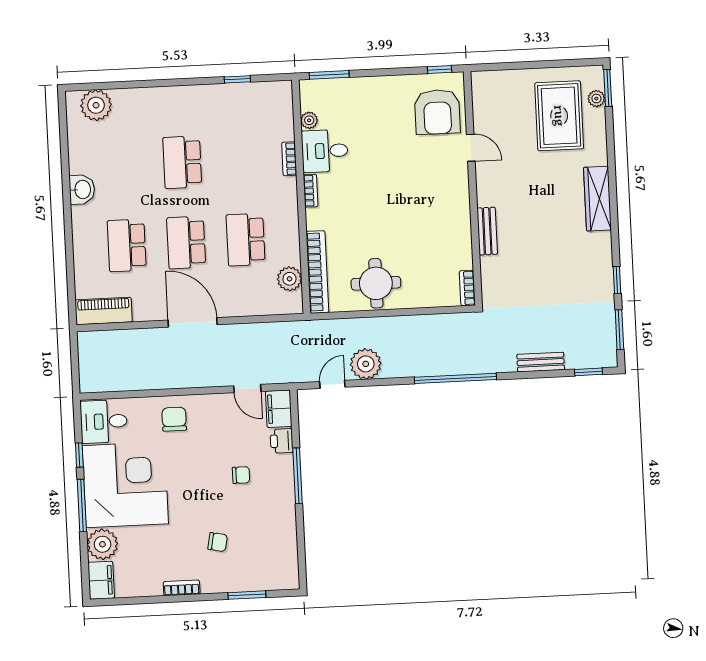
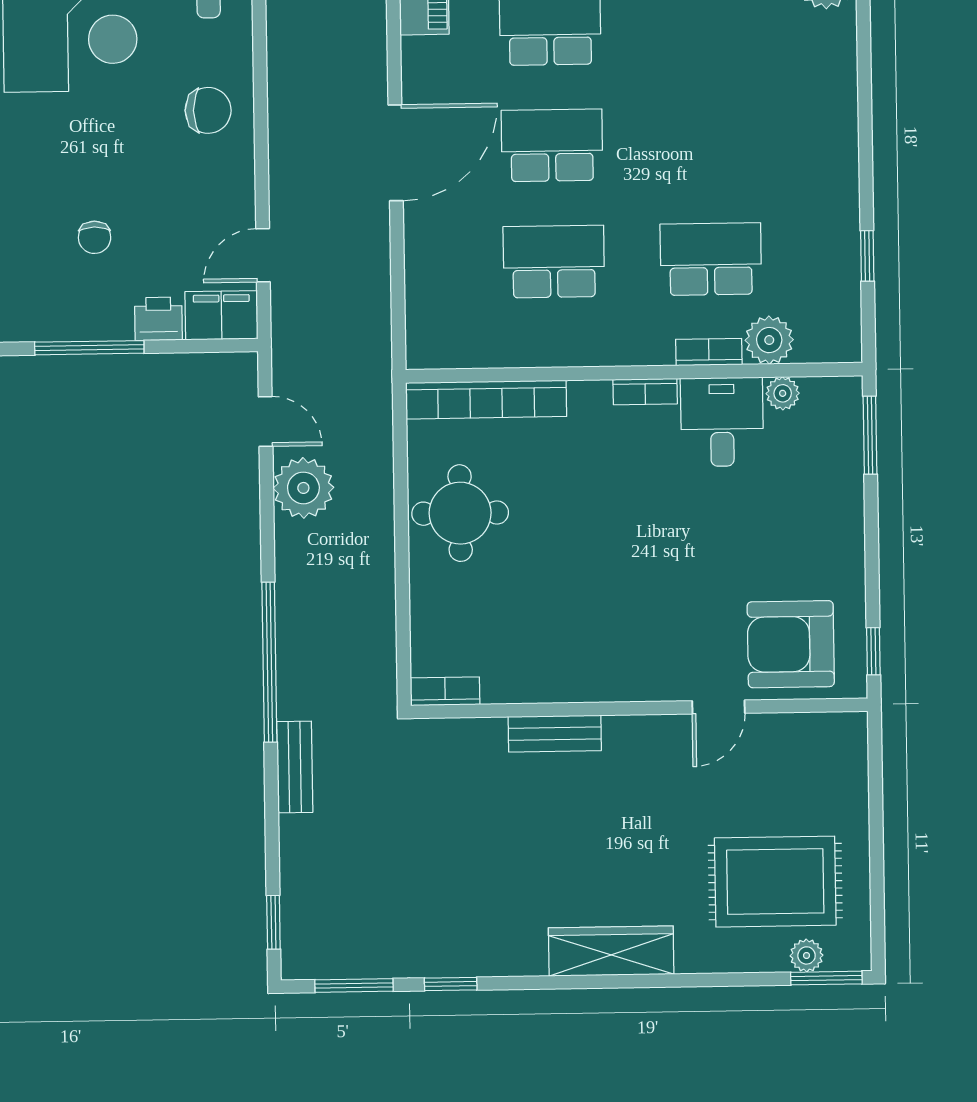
school desk: (182, 162) -> (711, 259), moved
plant: (289, 279) -> (769, 340), moved
bench: (541, 362) -> (295, 767), moved

